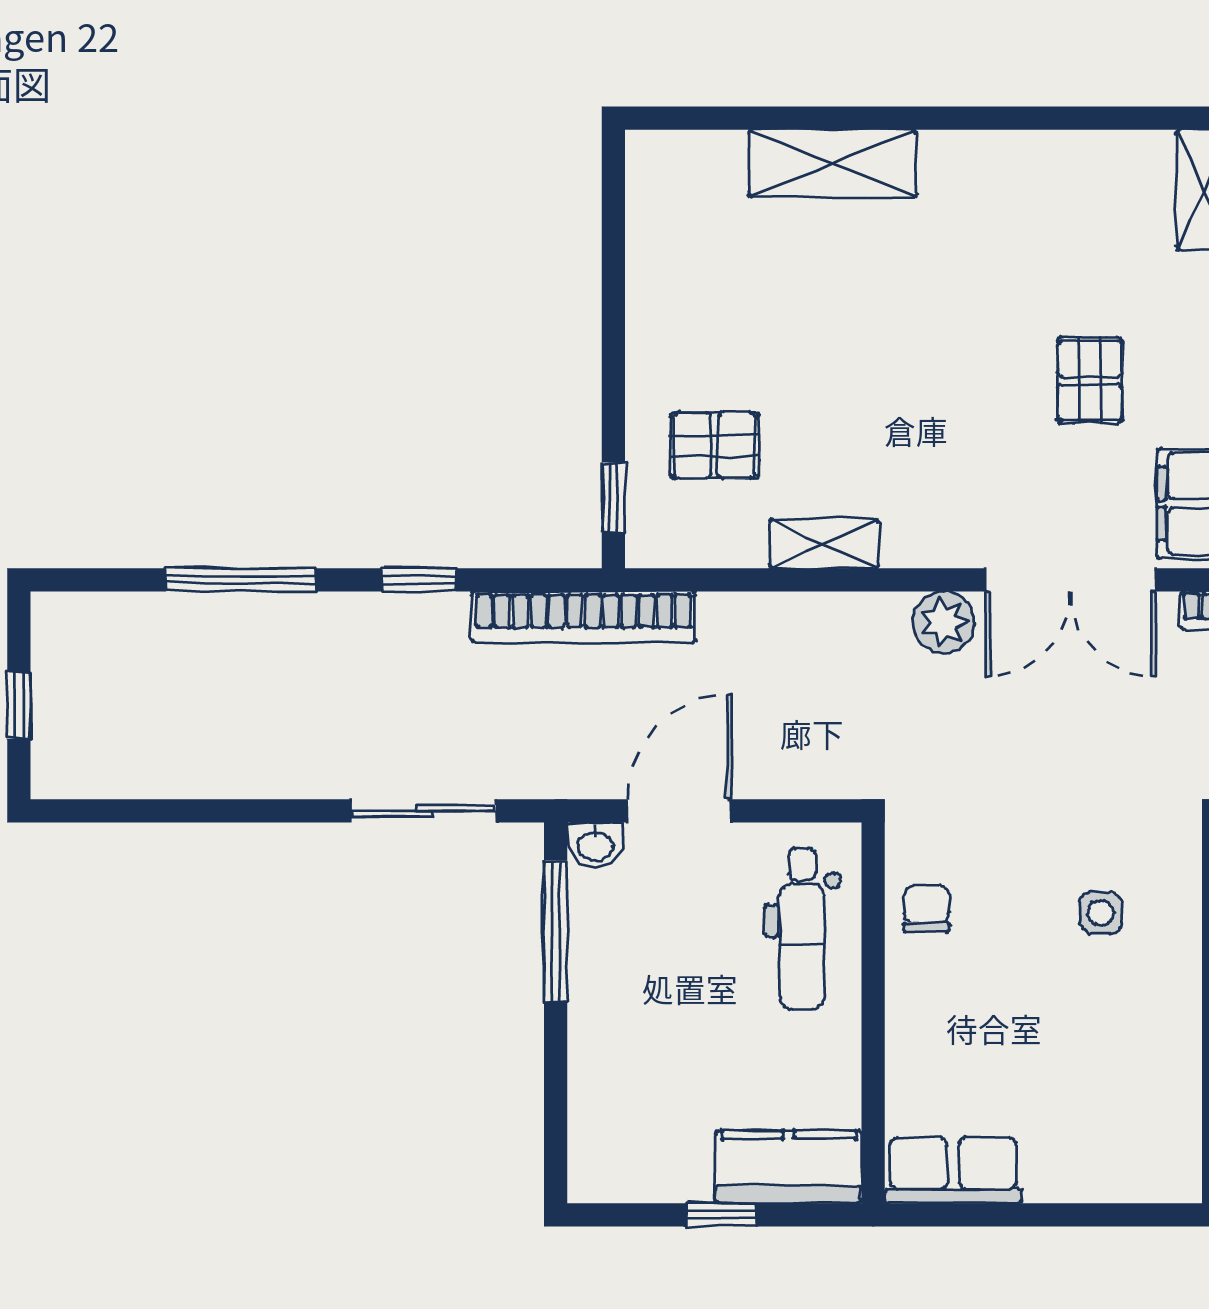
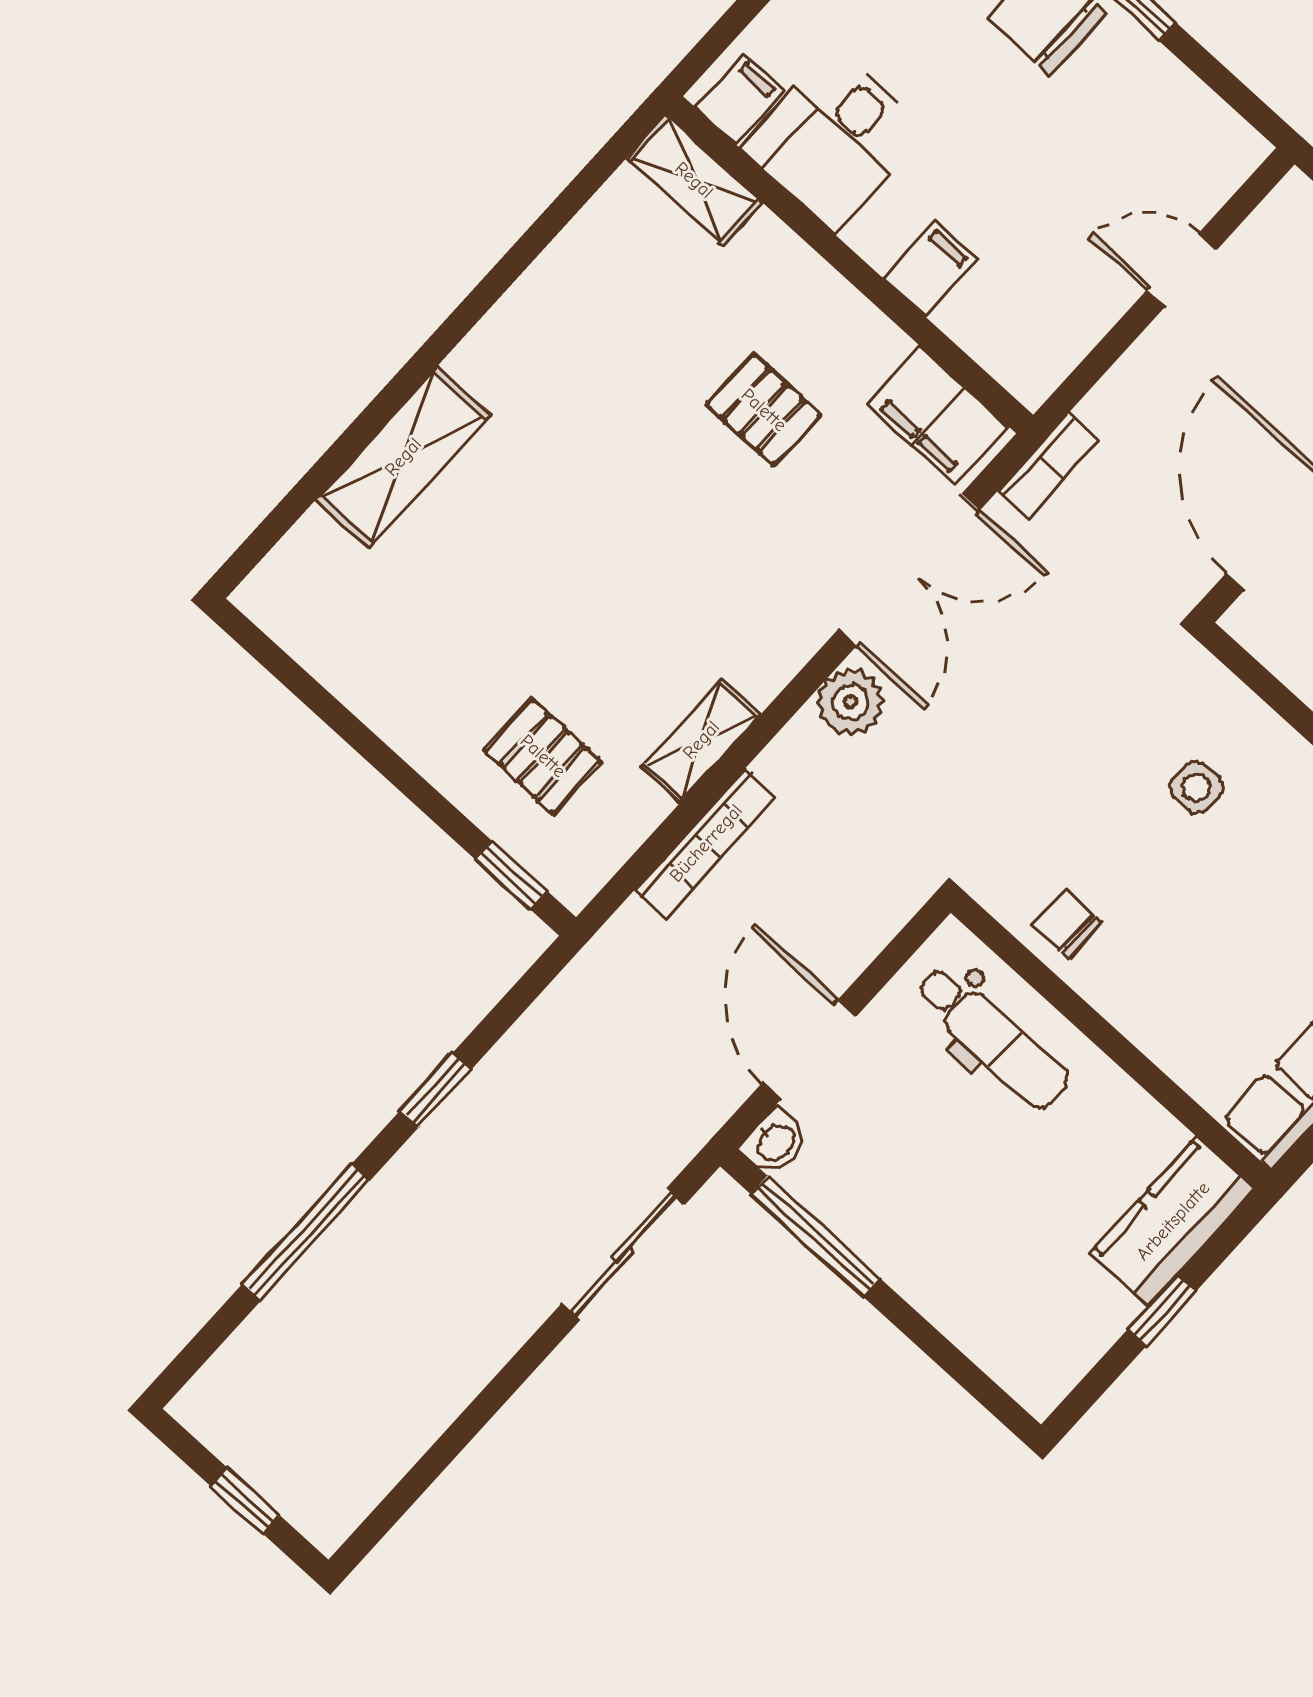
pallet: (714, 445) -> (543, 756), turned 90
bookcase: (584, 617) -> (706, 843), moved, width x0.68, depth x0.76

